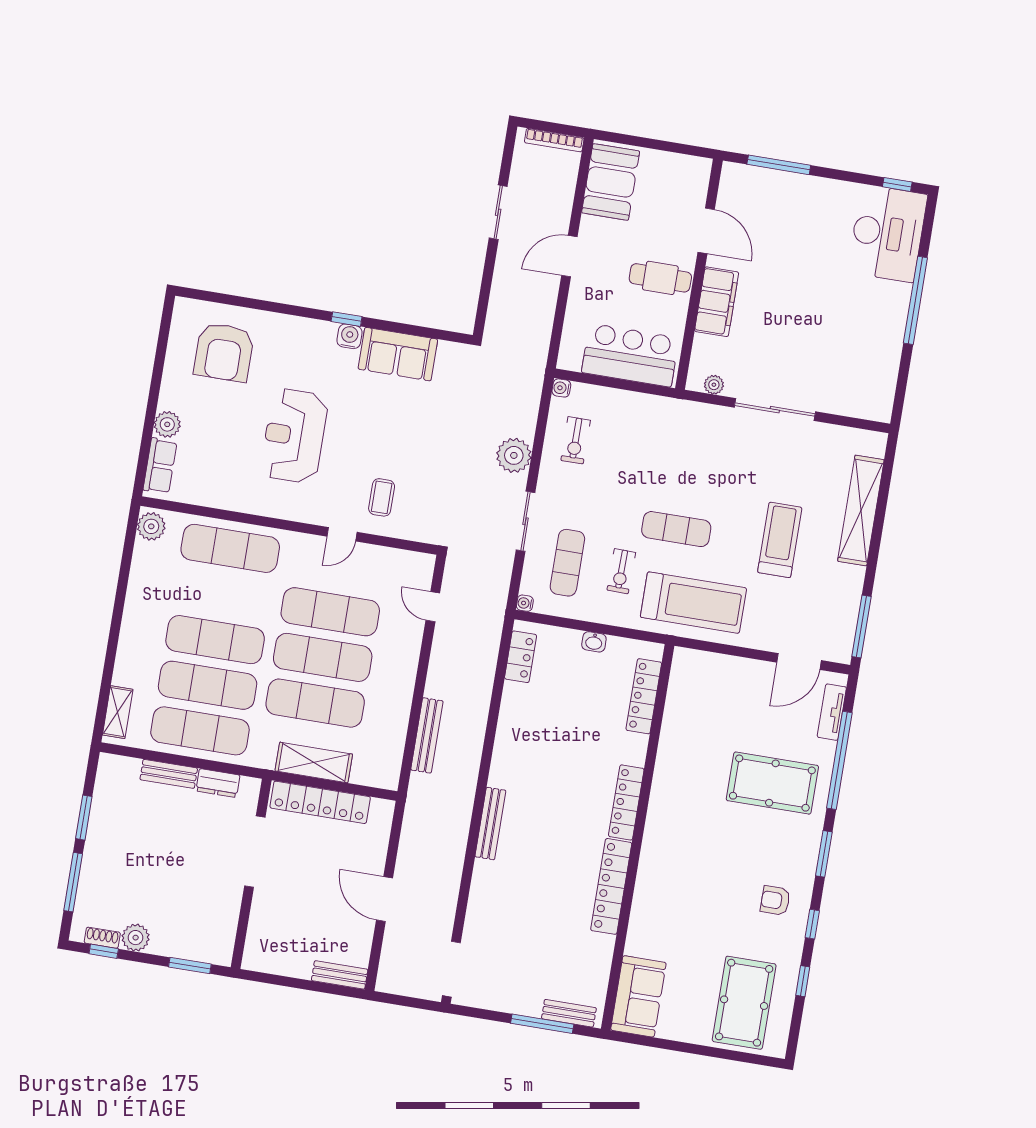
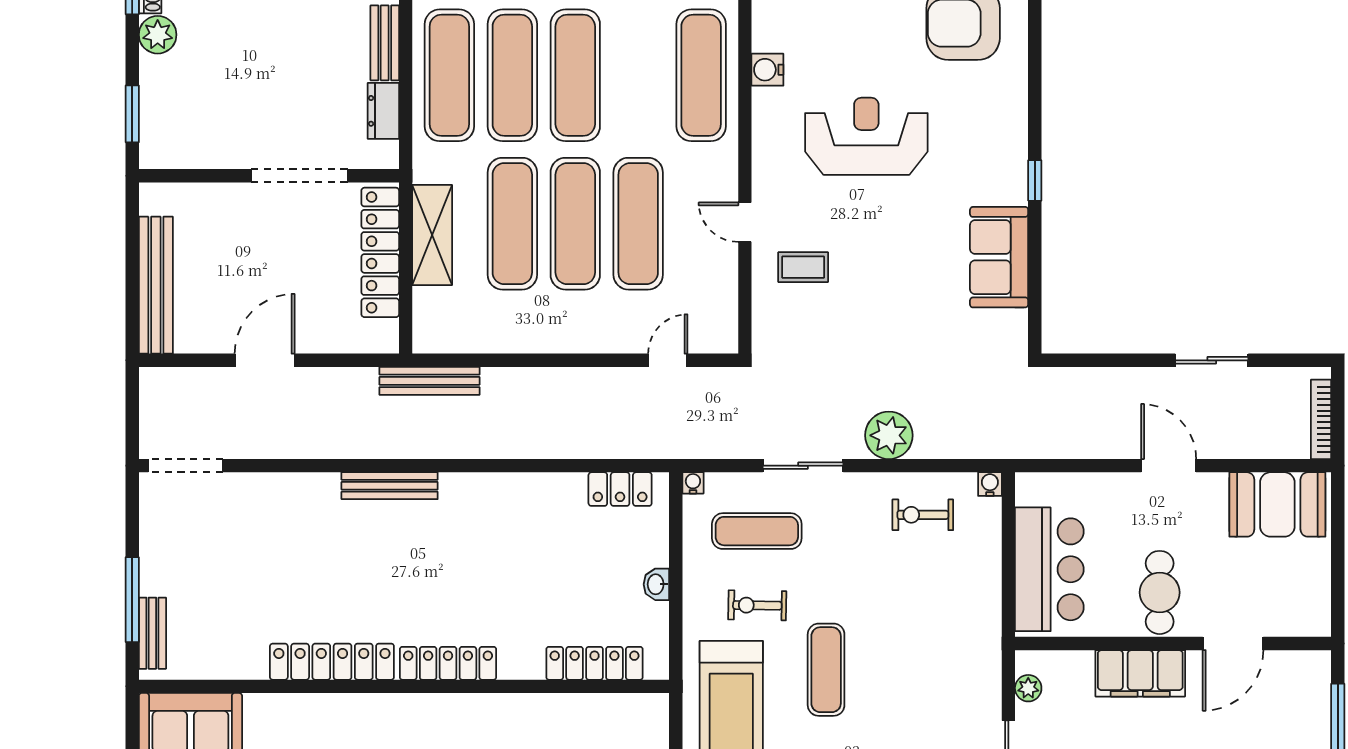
water cooler: (349, 336) -> (767, 70), moved, turned 180
bench: (427, 735) -> (429, 381), moved
bench: (340, 975) -> (156, 285), width x1.86, depth x1.21

